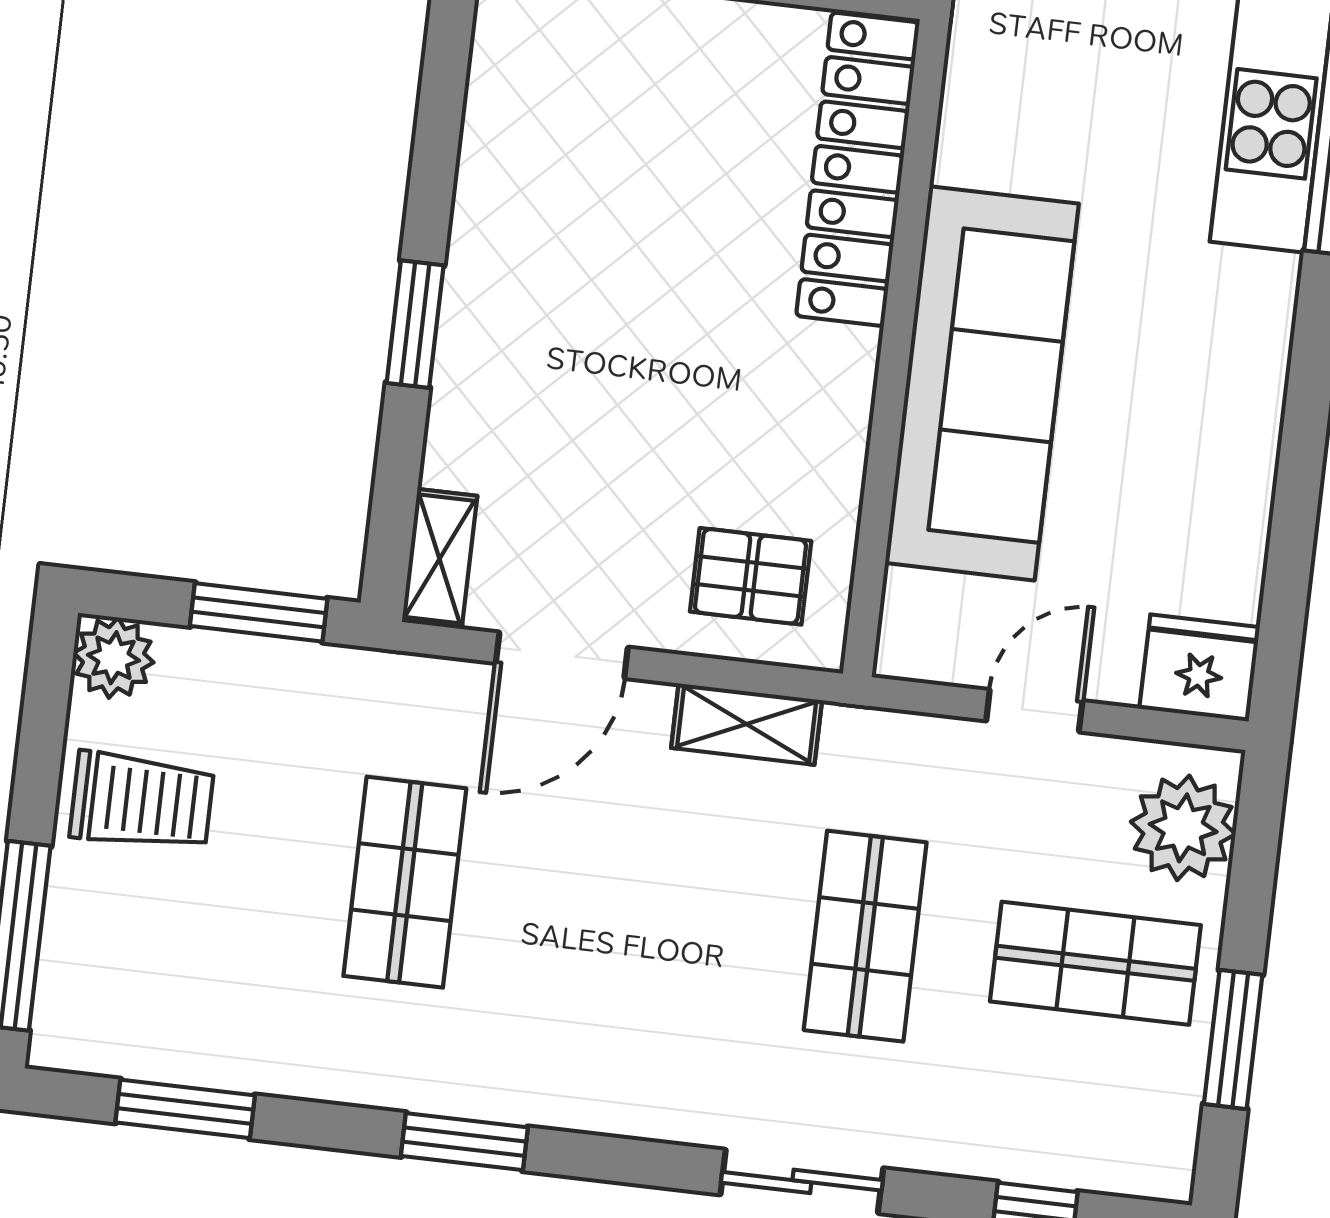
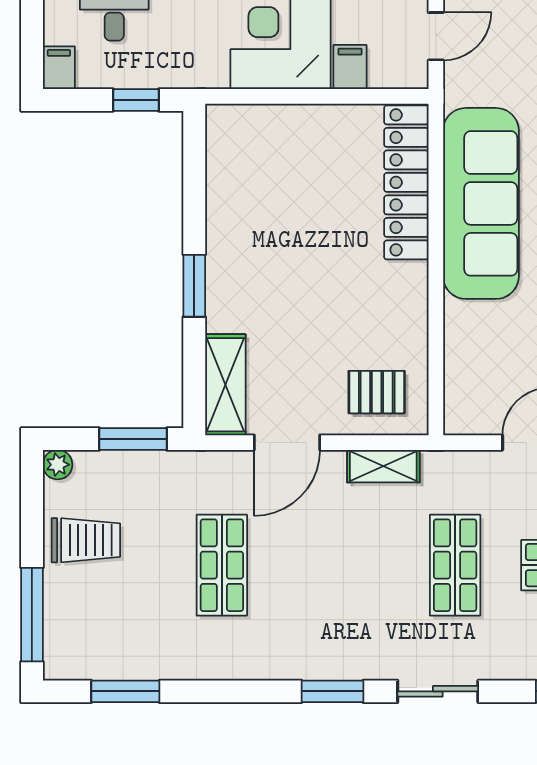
sofa: (982, 383) -> (481, 203), moved
shelving: (440, 559) -> (225, 385), width x1.50, depth x1.33
plant: (114, 658) -> (58, 465), width x0.73, depth x0.73
window: (464, 1142) -> (332, 691), moved

